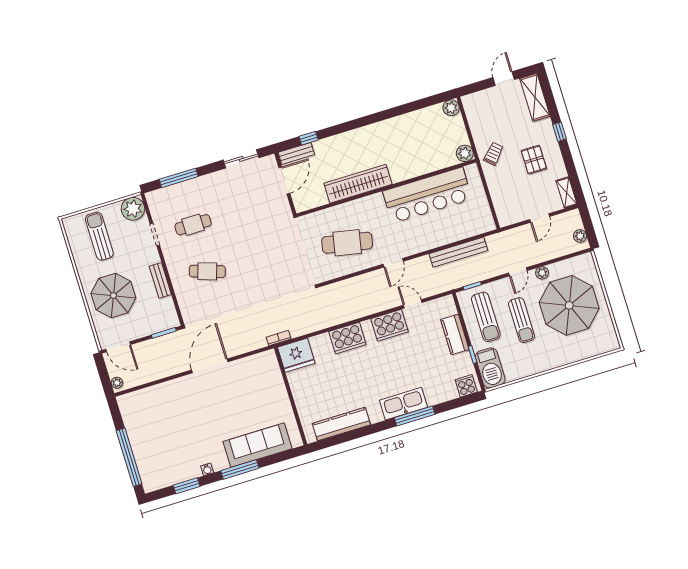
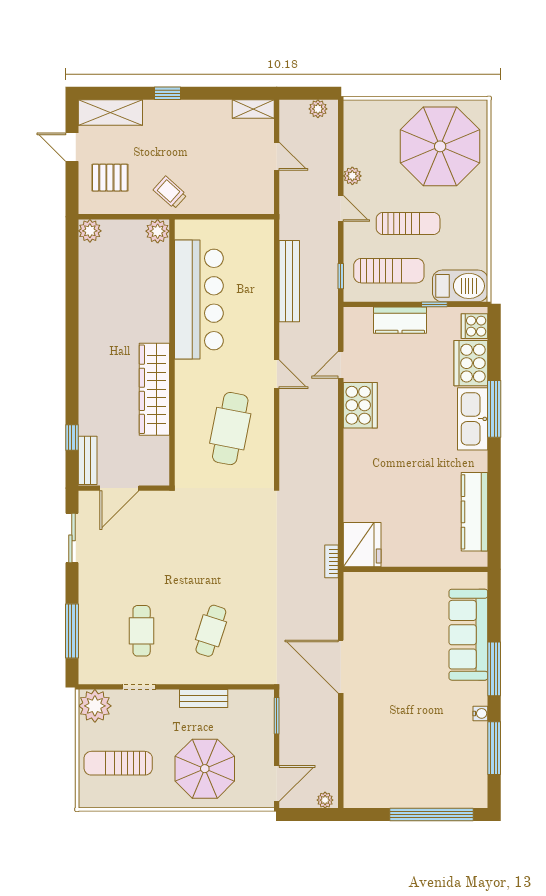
pallet: (534, 160) -> (110, 178), moved
door: (284, 181) -> (119, 488), swing flipped
parasol: (569, 305) -> (440, 146), moved
cooker: (347, 338) -> (471, 363), moved, turned 180
window: (187, 486) -> (494, 748), width x1.44

